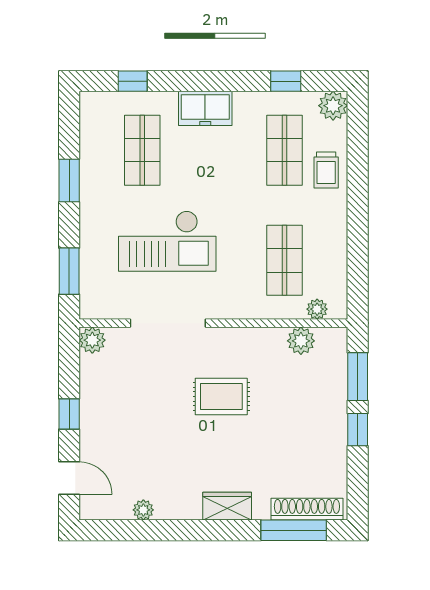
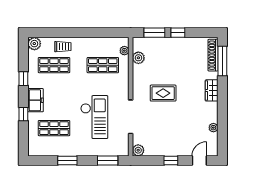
window: (133, 81) -> (23, 114), moved
window: (286, 81) -> (23, 79), moved
rug: (221, 396) -> (163, 93), turned 90

